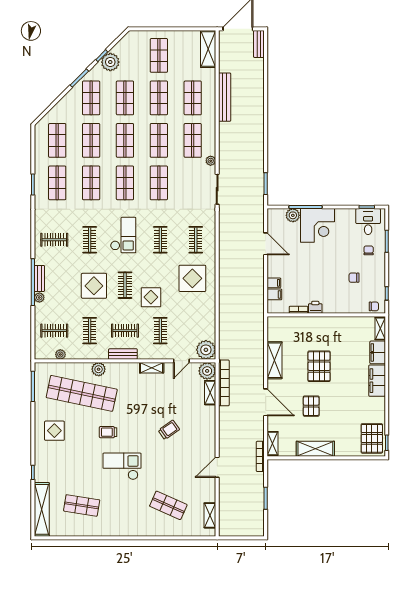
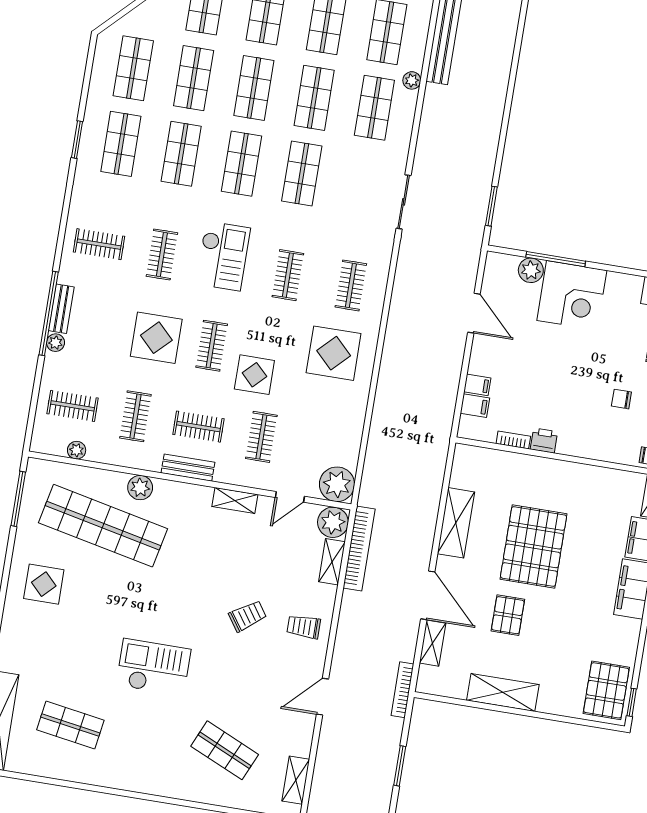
plant: (211, 161) -> (412, 80), moved
pallet: (319, 366) -> (533, 547), width x1.37, depth x1.41
trolley: (108, 432) -> (304, 627), moved
shelving: (272, 443) -> (433, 643), moved

